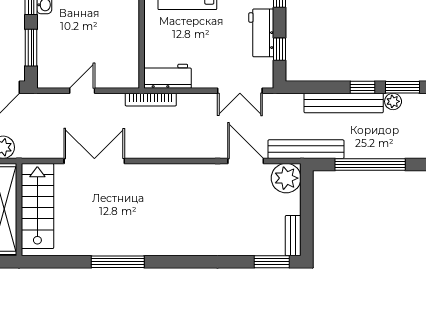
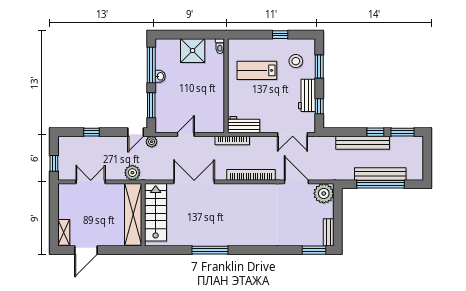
plant: (393, 101) -> (152, 142), moved
bench: (306, 149) -> (380, 174), moved
bookcase: (178, 150) -> (251, 175), added

